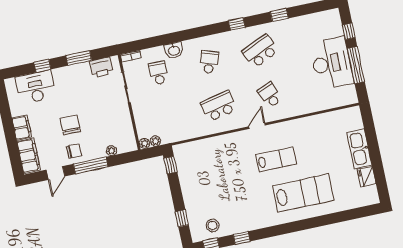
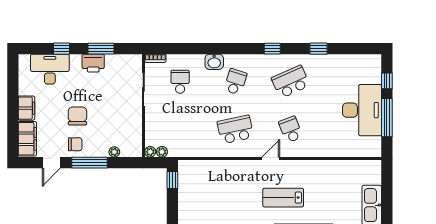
washbasin: (174, 50) -> (214, 62), moved
printer: (101, 67) -> (93, 63), moved
lab bench: (276, 159) -> (283, 198), turned 180

